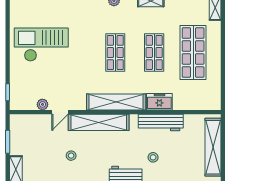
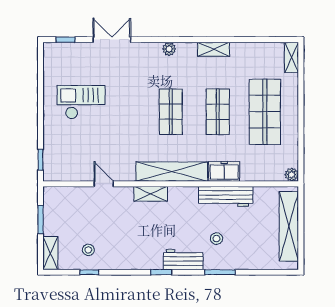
checkout: (41, 45) -> (81, 102), width x0.73, depth x0.83
plant: (42, 104) -> (292, 175), moved
door: (60, 112) -> (104, 184), swing flipped
shelving: (99, 122) -> (151, 194), width x0.45, depth x0.75
stool: (71, 156) -> (88, 250), moved

